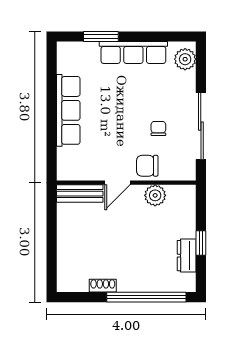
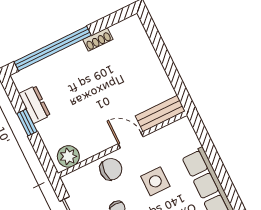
side table: (113, 136) -> (155, 181), added
door: (117, 183) -> (131, 140), hinge flipped
plant: (155, 195) -> (68, 156), moved

